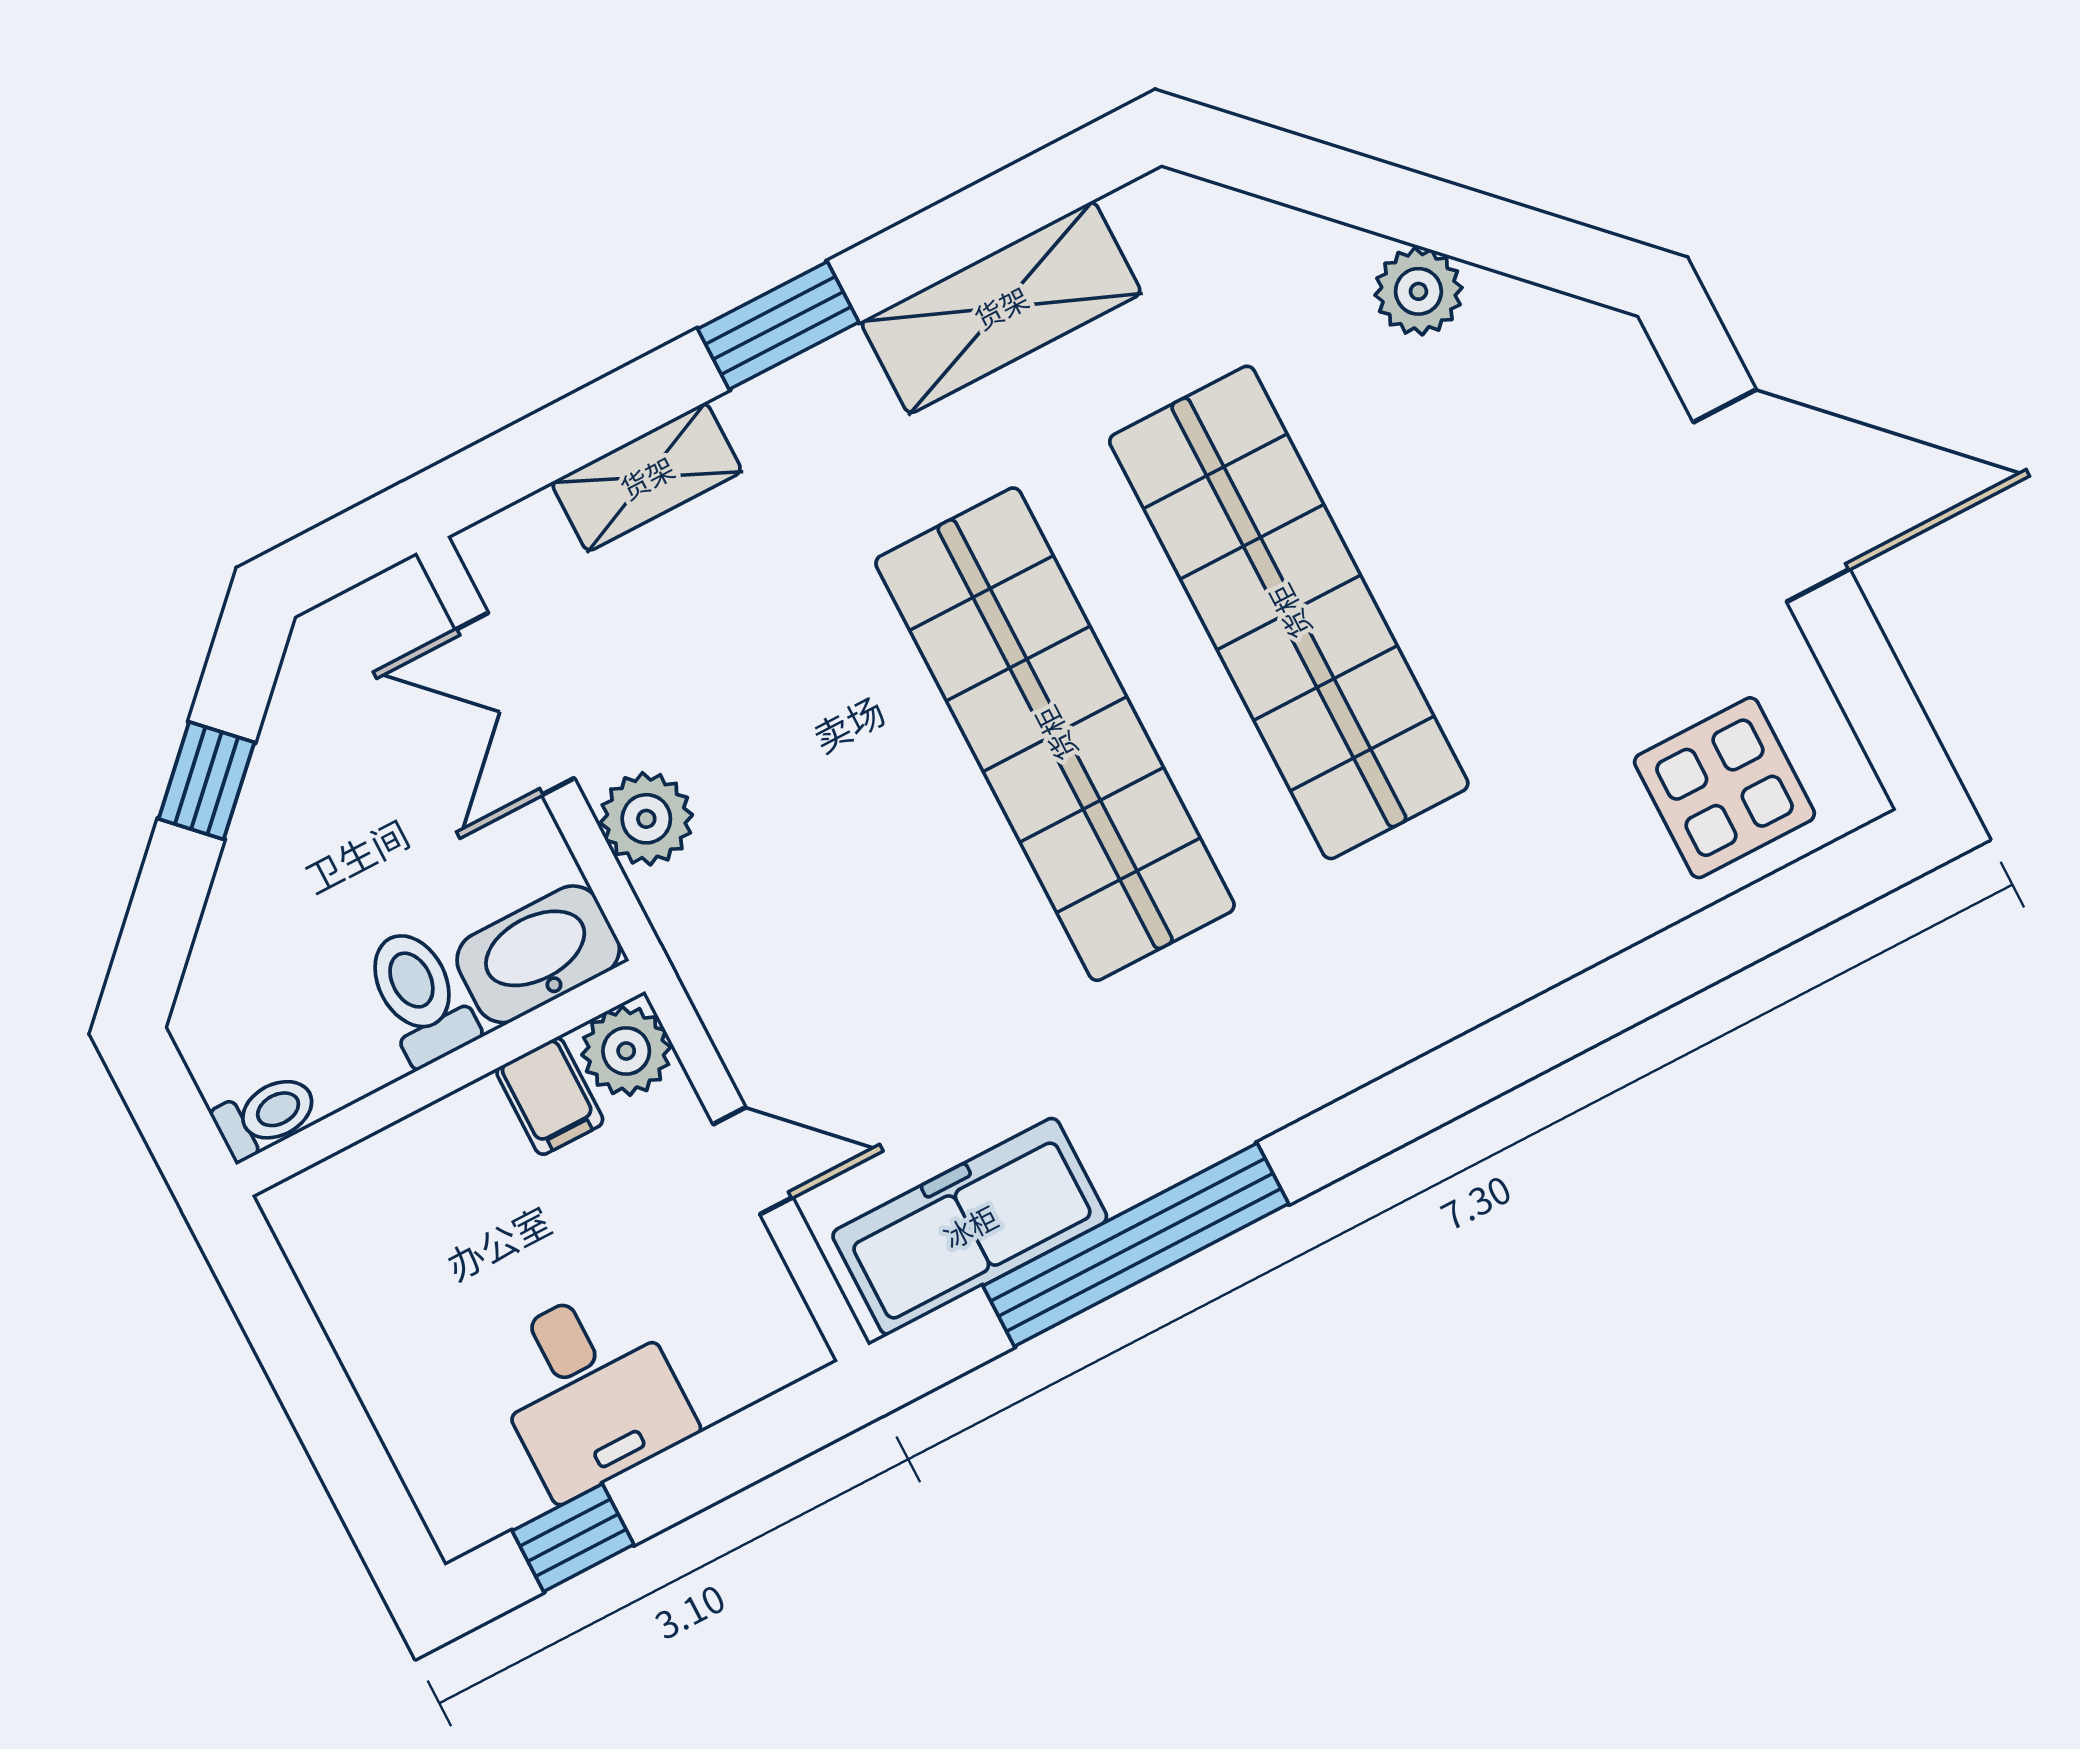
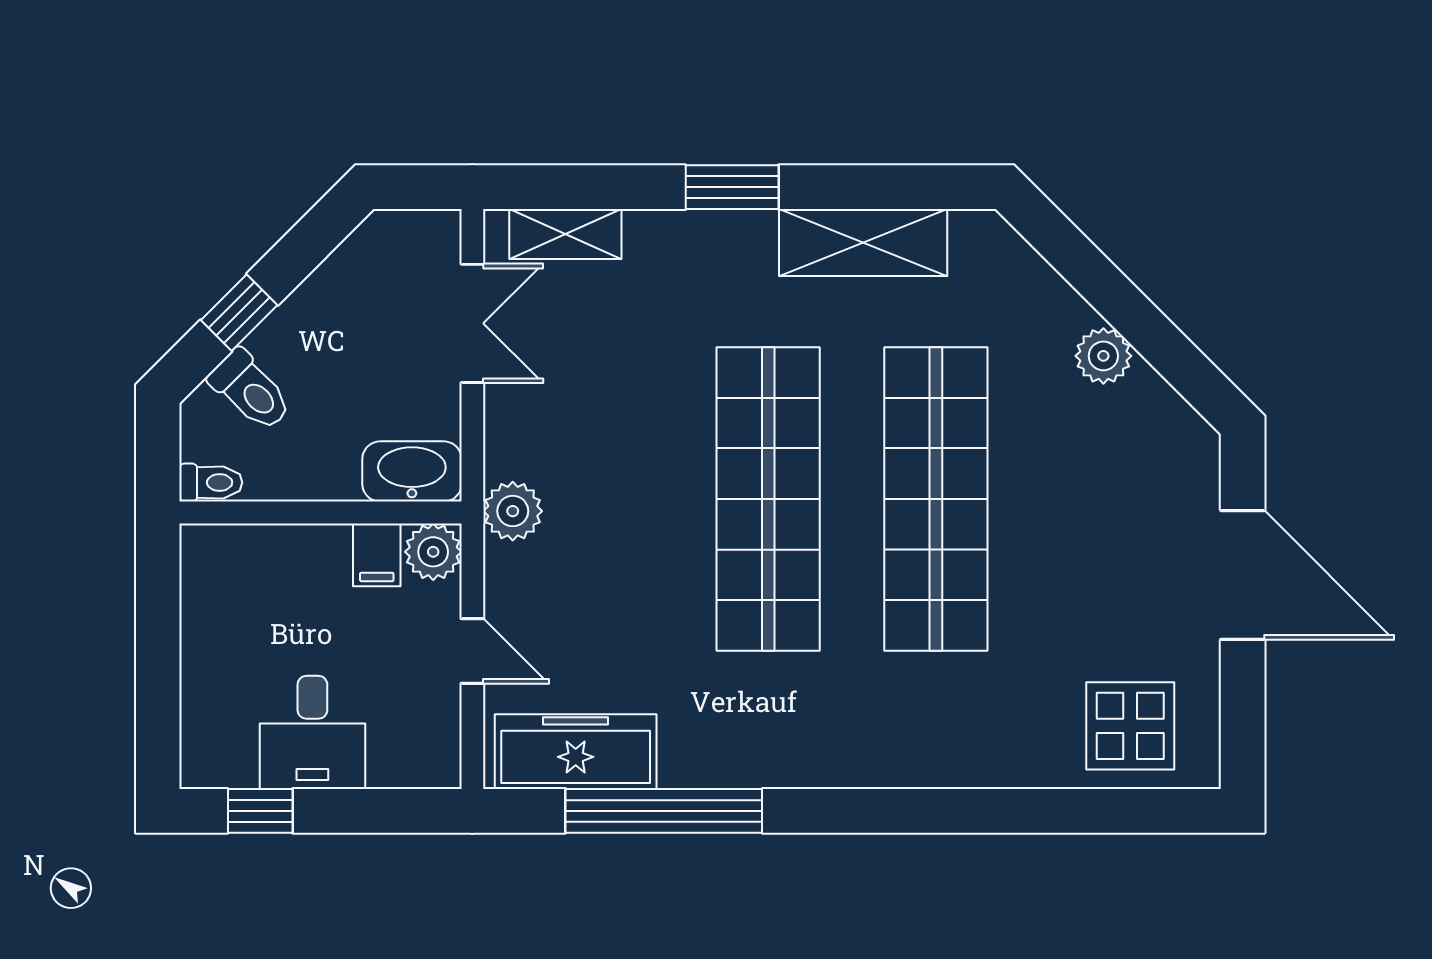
shelving: (647, 477) -> (565, 234), moved
double door: (515, 704) -> (472, 323), swing flipped
window: (206, 781) -> (239, 313), moved
plant: (646, 819) -> (513, 511), moved
toilet: (420, 996) -> (251, 390), moved, turned 135

